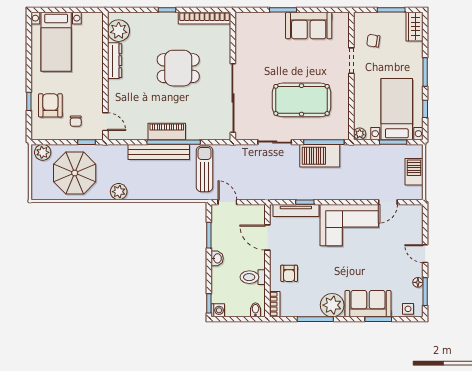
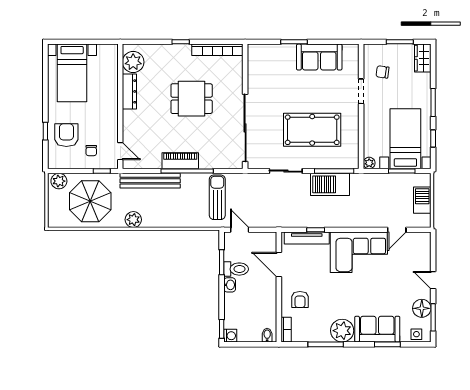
bench: (159, 152) -> (150, 181), moved
toilet: (253, 277) -> (236, 269), moved, turned 180
floor lamp: (418, 282) -> (422, 308), width x1.89, depth x1.89

